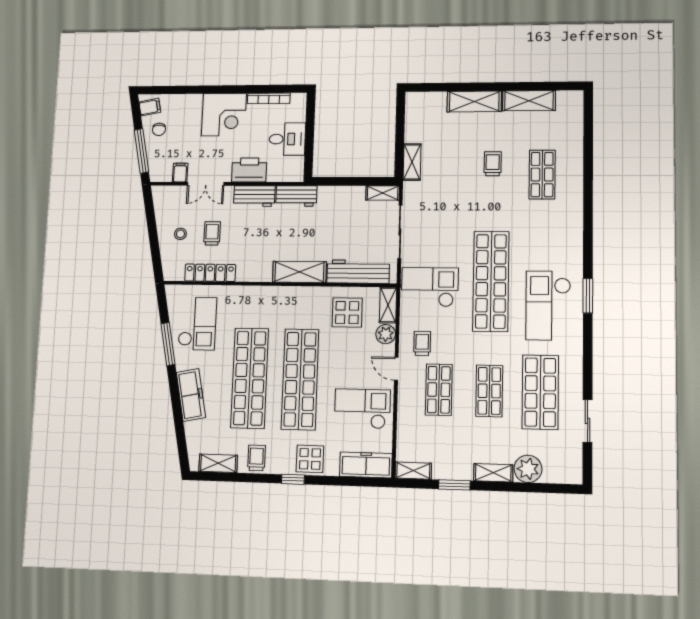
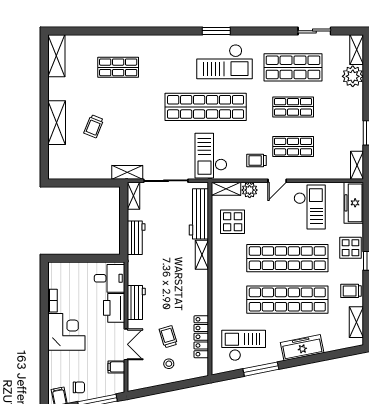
bookcase: (269, 98) -> (53, 301), width x0.64
shelving: (529, 101) -> (56, 56), moved
desk: (287, 139) -> (109, 278), moved, turned 90
shelving: (412, 162) -> (127, 172), moved
trolley: (493, 164) -> (94, 126), moved, turned -68
workbench: (296, 196) -> (136, 238), moved
trolley: (212, 233) -> (168, 337), turned 73
shelving: (299, 272) -> (202, 255), width x0.67, depth x0.75
checkout: (362, 409) -> (310, 207), turned 180
shelving: (493, 473) -> (357, 50), moved

